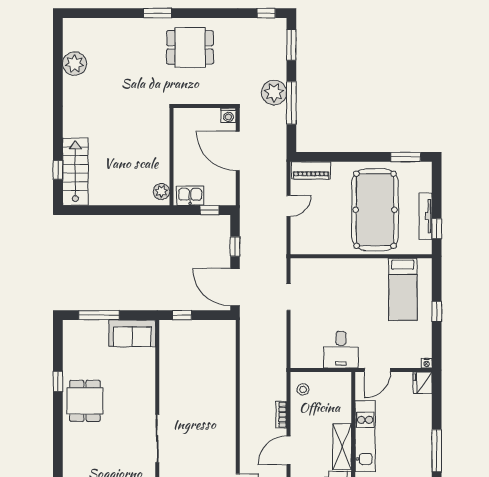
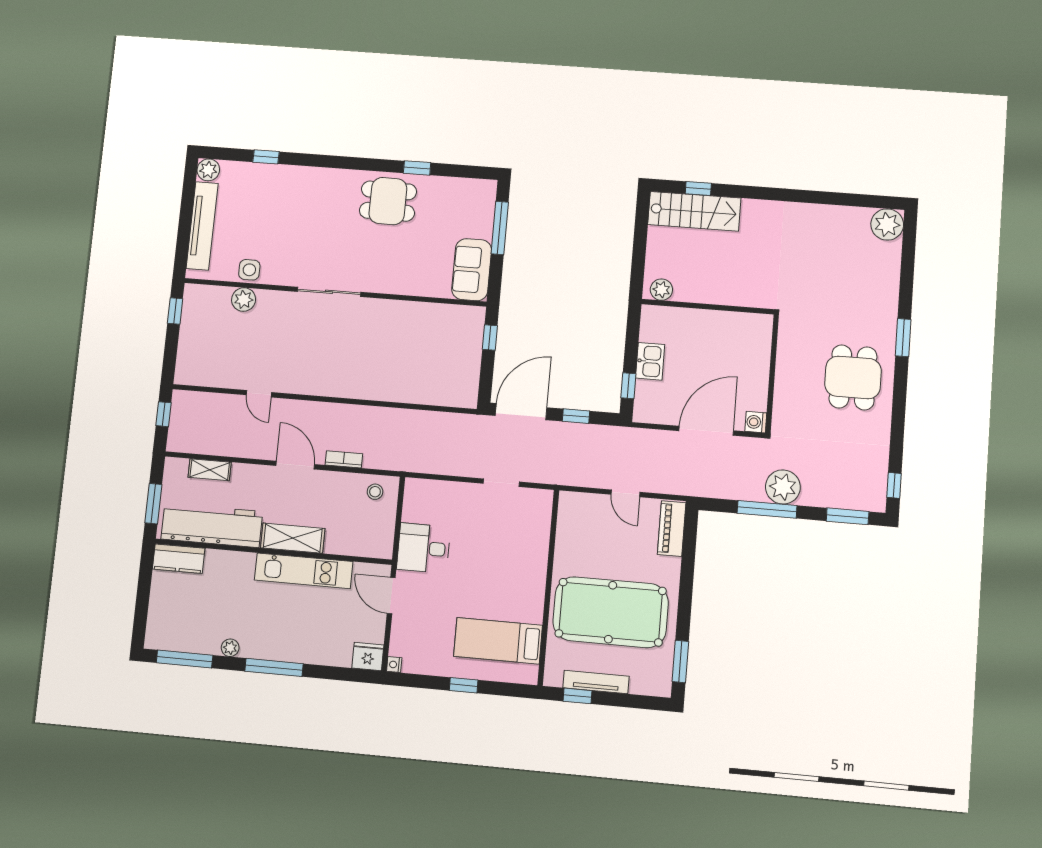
plant: (75, 64) -> (887, 224), moved
wall: (171, 157) -> (708, 307), moved
plant: (161, 191) -> (661, 290), moved

